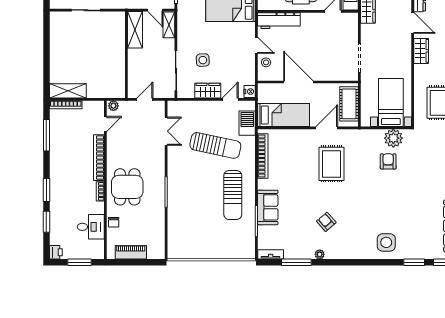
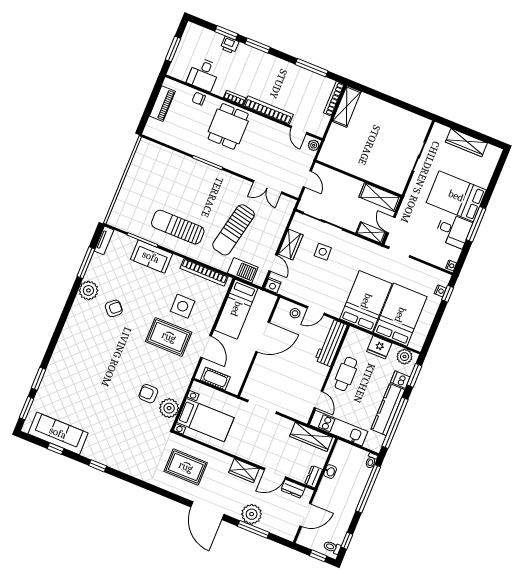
door: (155, 10) -> (391, 225), hinge flipped
cot: (349, 104) -> (215, 379), width x0.73, depth x0.75
armchair: (388, 161) -> (148, 394), turned 180
dining table: (127, 187) -> (228, 126), turned 90
side table: (386, 242) -> (183, 306), moved
printer: (56, 252) -> (230, 45), moved
plant: (320, 254) -> (88, 290), width x1.88, depth x1.88

